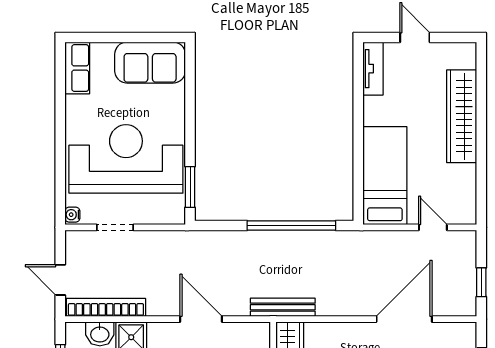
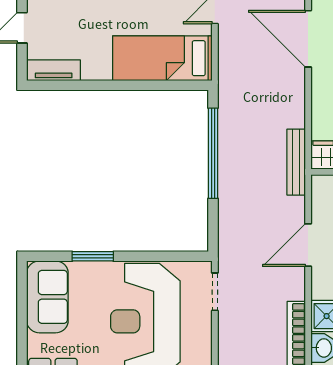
window: (190, 187) -> (93, 256), moved
doorway: (115, 227) -> (215, 292), moved

